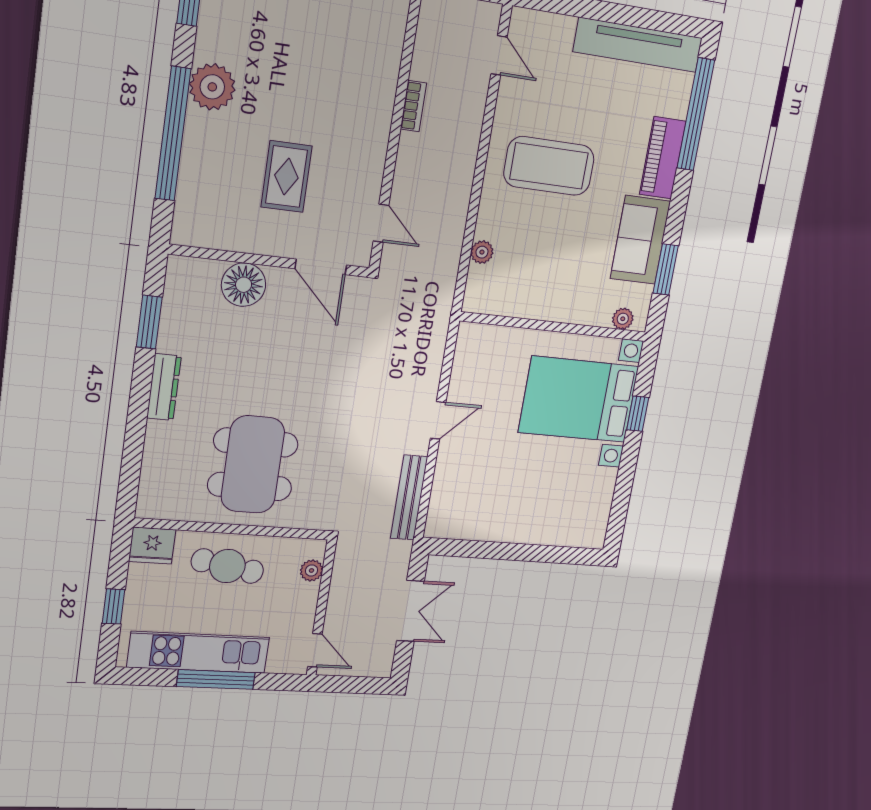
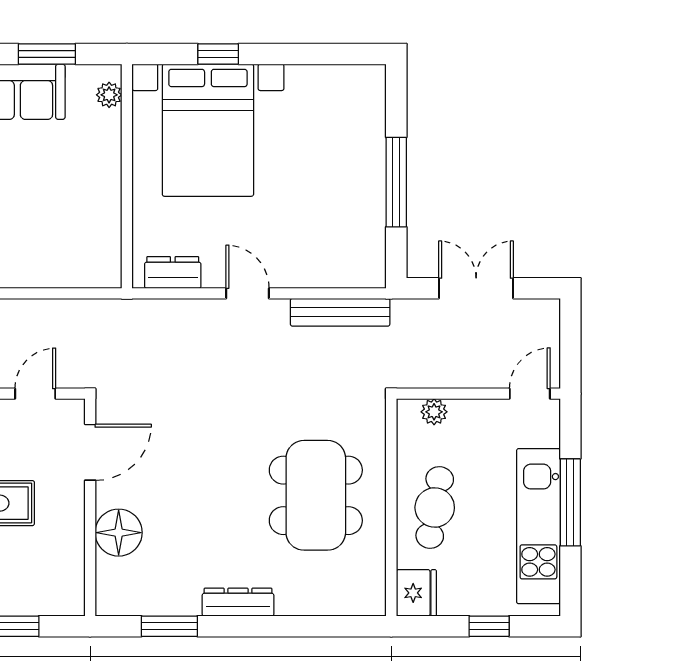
plant: (482, 252) -> (53, 275), removed
dresser: (467, 358) -> (173, 272), added
dining table: (253, 465) -> (316, 495), turned 90
window: (508, 551) -> (396, 182), added

